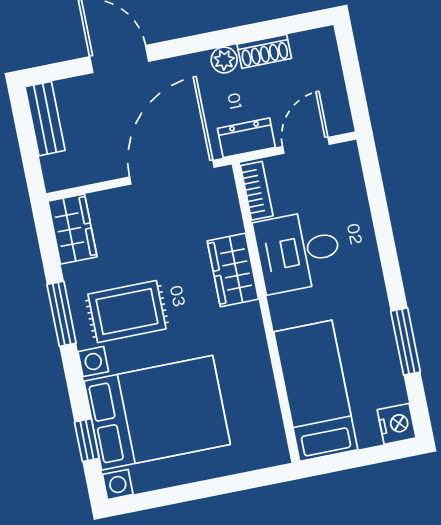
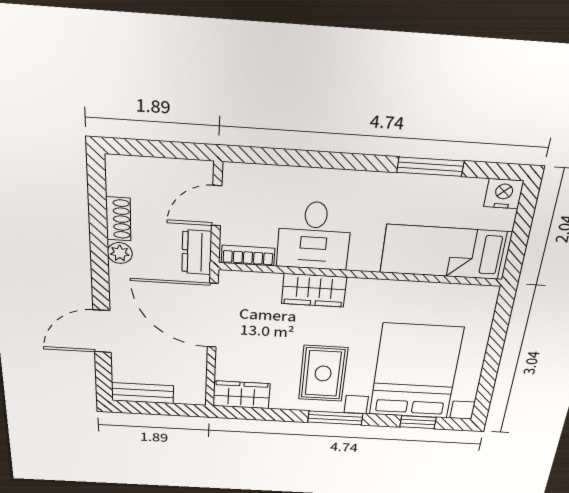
door: (306, 145) -> (217, 206), hinge flipped
window: (62, 314) -> (335, 418), moved

